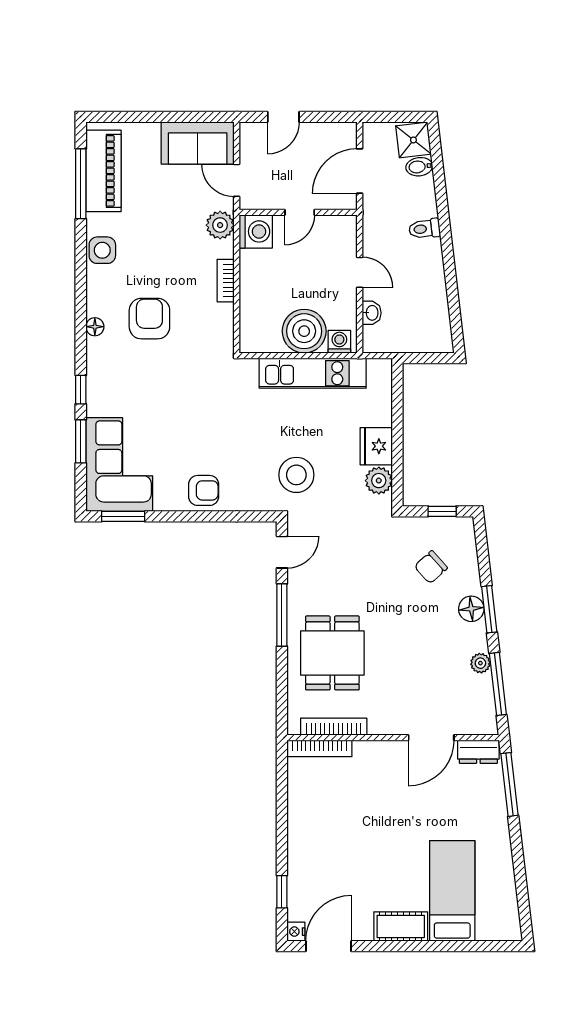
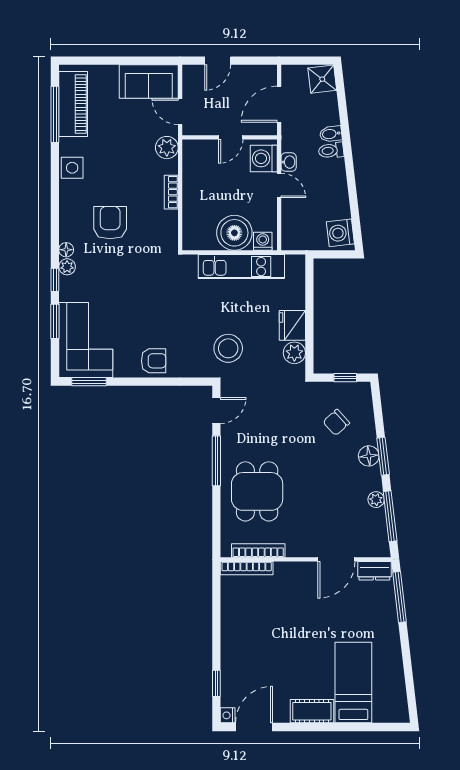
bidet: (419, 167) -> (331, 134), moved
washing machine: (256, 231) -> (264, 158), moved, turned 180
washbasin: (372, 313) -> (289, 162), moved
floor lamp: (95, 327) -> (66, 250), moved
washing machine: (436, 331) -> (340, 233), added
plant: (96, 373) -> (67, 267), added

